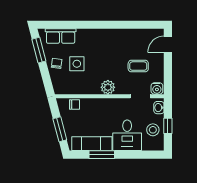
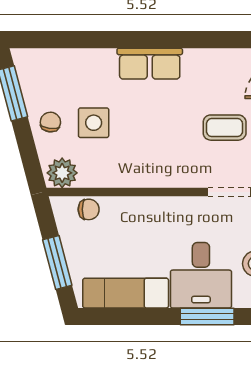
row of seats: (61, 36) -> (150, 64), moved
plant: (108, 87) -> (62, 173), moved
window: (102, 155) -> (207, 316), moved

